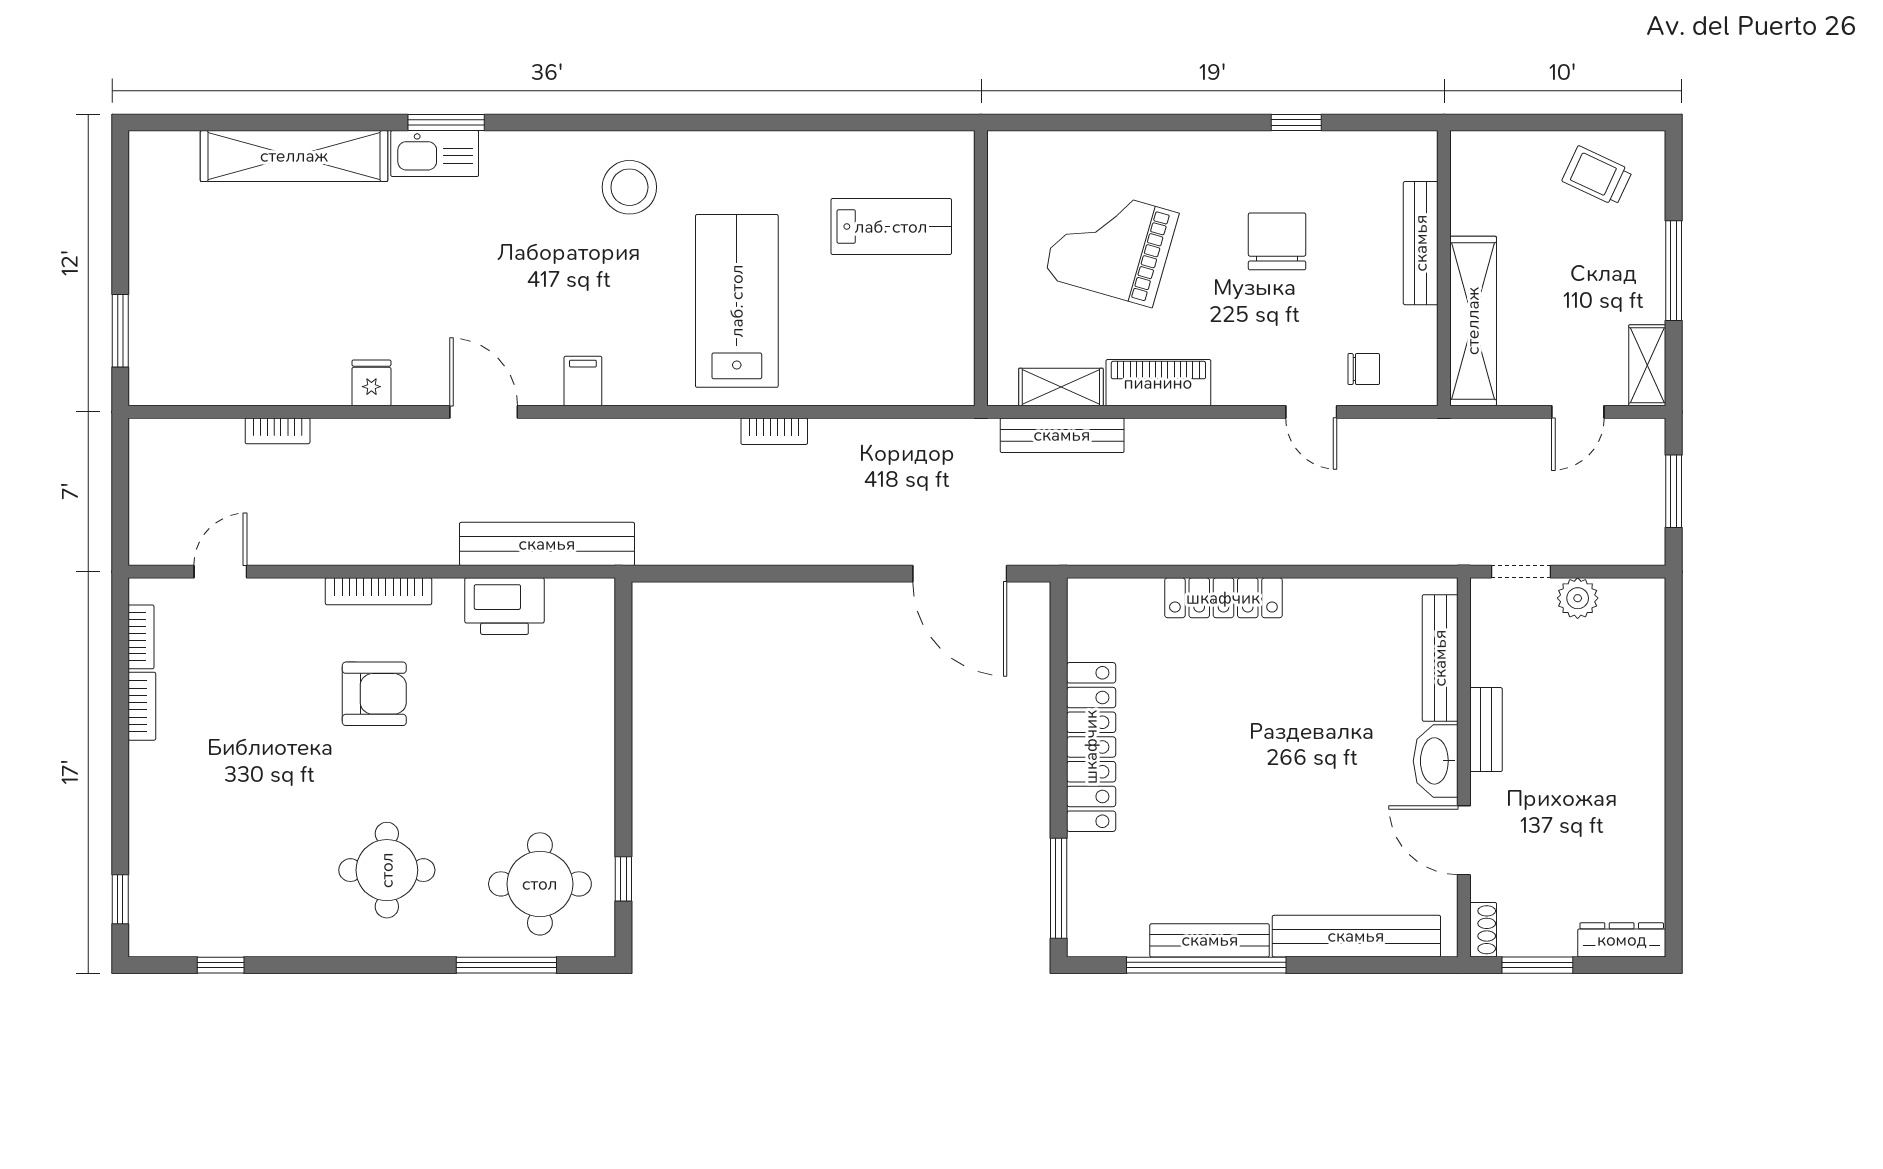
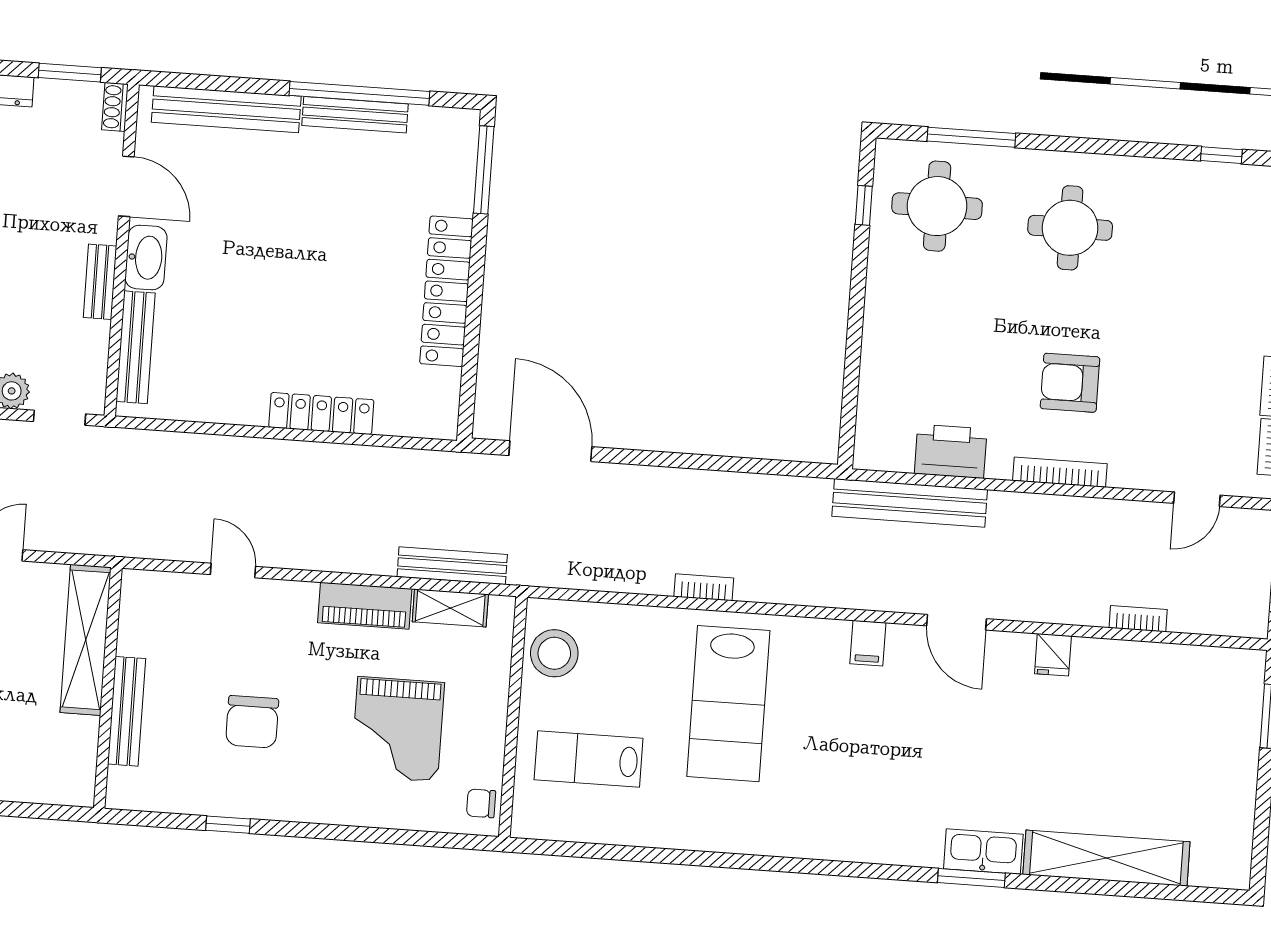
stool: (629, 187) -> (554, 653), moved
grand piano: (1111, 245) -> (398, 729), turned 74
chair: (1364, 369) -> (481, 803), moved

